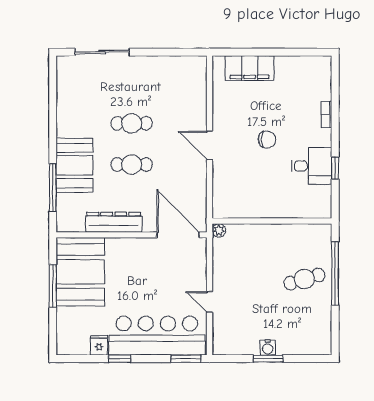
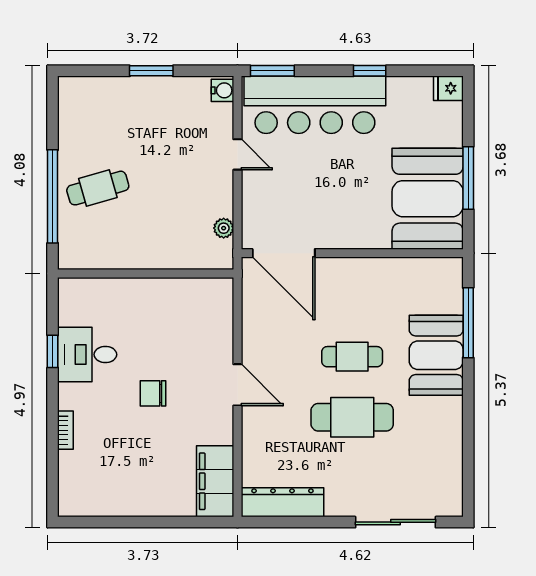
filing cabinet: (250, 68) -> (215, 481), moved, turned -90
cafe table: (132, 123) -> (352, 417), width x1.37, depth x1.35
dresser: (114, 222) -> (282, 502), moved, turned 180
plant: (219, 230) -> (224, 228), moved
fridge: (99, 345) -> (448, 88), moved, turned 90
water cooler: (268, 348) -> (222, 90), moved, turned 90

